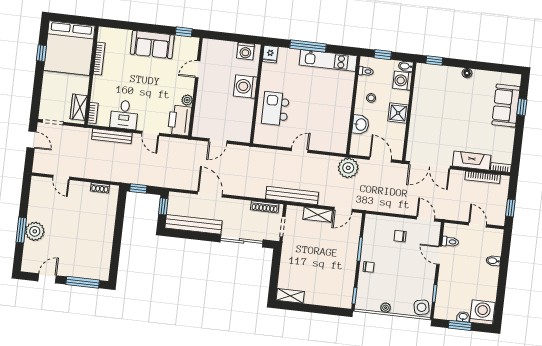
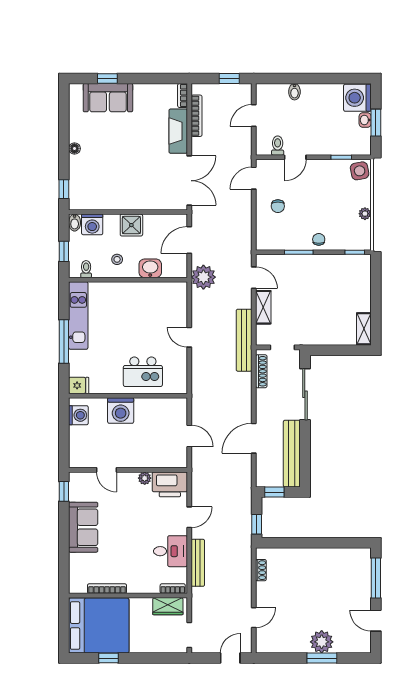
door: (32, 140) -> (230, 658), moved

